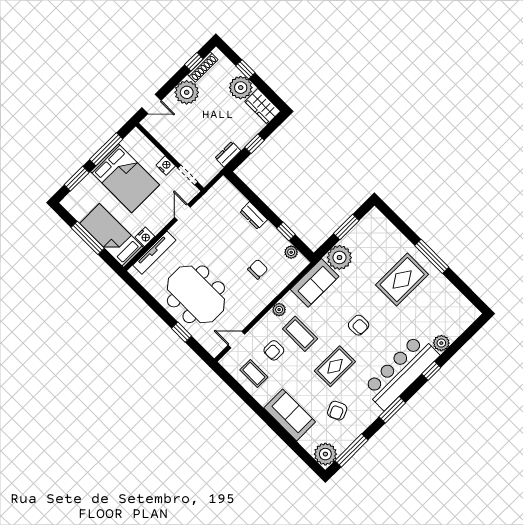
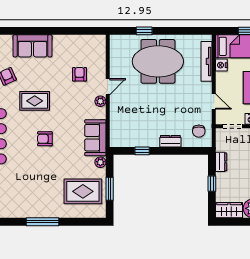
plant: (291, 252) -> (127, 142), removed
plant: (339, 257) -> (100, 162), width x0.53, depth x0.53
chair: (258, 269) -> (199, 131), moved
rug: (402, 280) -> (83, 191), moved, turned 90
coffee table: (300, 334) -> (74, 99), removed
door: (236, 340) -> (108, 87), moved
rug: (335, 366) -> (35, 101), turned 90
coffee table: (254, 374) -> (78, 49), removed

